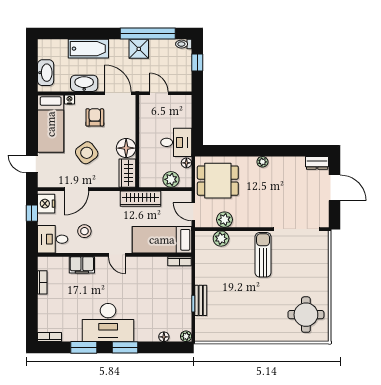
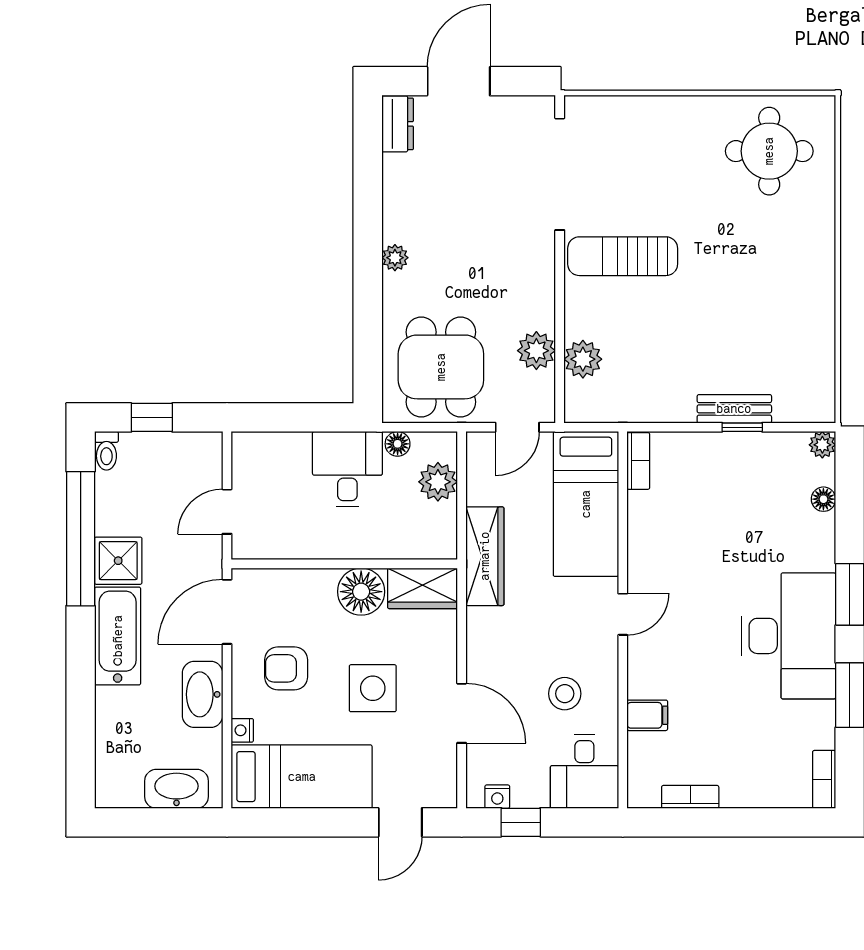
bathtub: (88, 49) -> (118, 636), moved
side table: (87, 153) -> (373, 688), turned 36
nightstand: (46, 204) -> (497, 797), width x0.53, depth x0.56
filing cabinet: (82, 265) -> (647, 715), width x0.50

